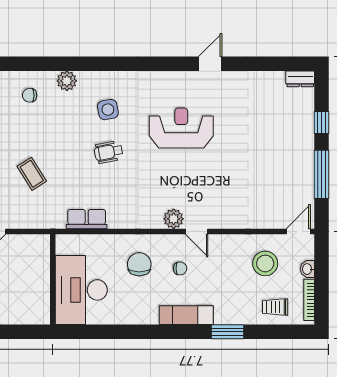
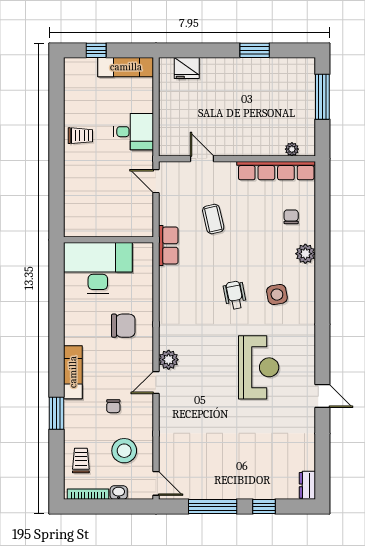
coffee table: (32, 174) -> (213, 219), turned -71
row of seats: (87, 219) -> (168, 245), moved
chair: (180, 268) -> (113, 406), moved

